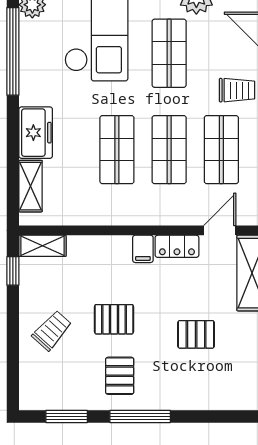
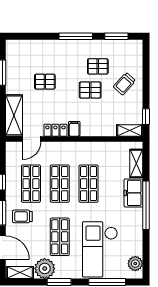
window: (13, 51) -> (146, 205), moved
pallet: (120, 376) -> (98, 66), moved, turned 90

